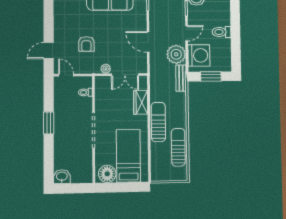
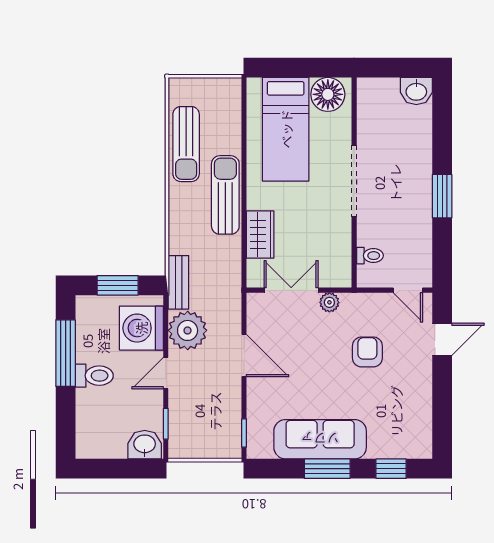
window: (236, 43) -> (66, 353), added
sun lounger: (158, 122) -> (225, 195), turned 180

